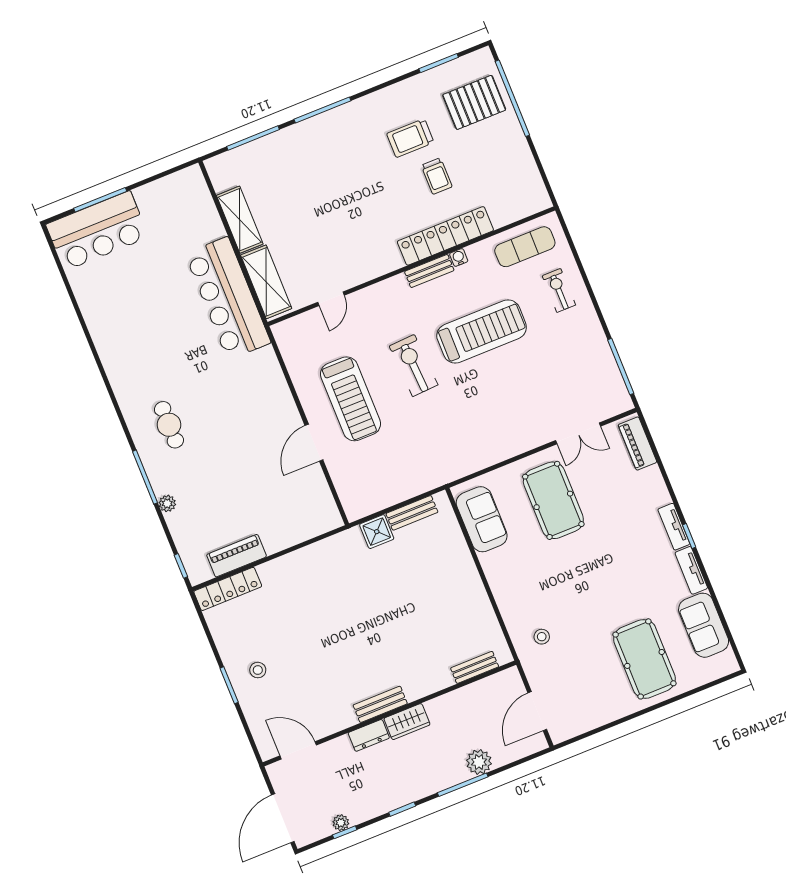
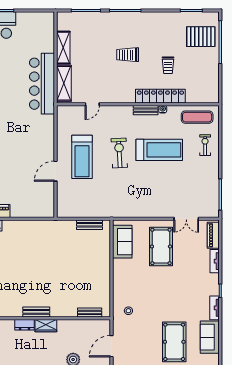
trolley: (410, 138) -> (128, 55), moved
tv unit: (674, 527) -> (215, 261), moved
shower: (377, 532) -> (69, 227), removed

